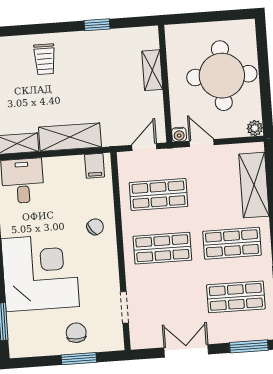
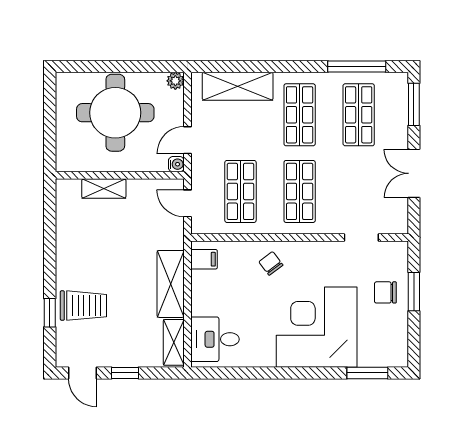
window: (97, 25) -> (50, 313), moved
trolley: (45, 59) -> (83, 306), width x1.36, depth x1.39

